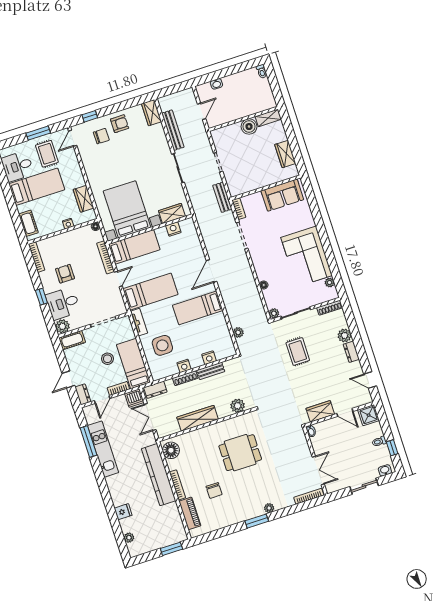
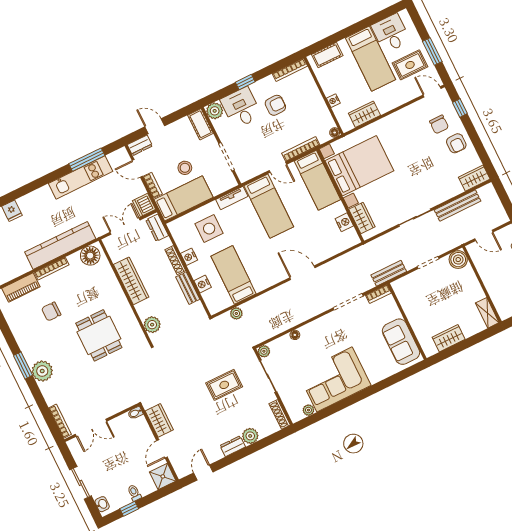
boiler: (249, 127) -> (458, 260), moved
bed: (198, 308) -> (233, 275), moved
plant: (269, 508) -> (42, 371), width x1.88, depth x1.88

